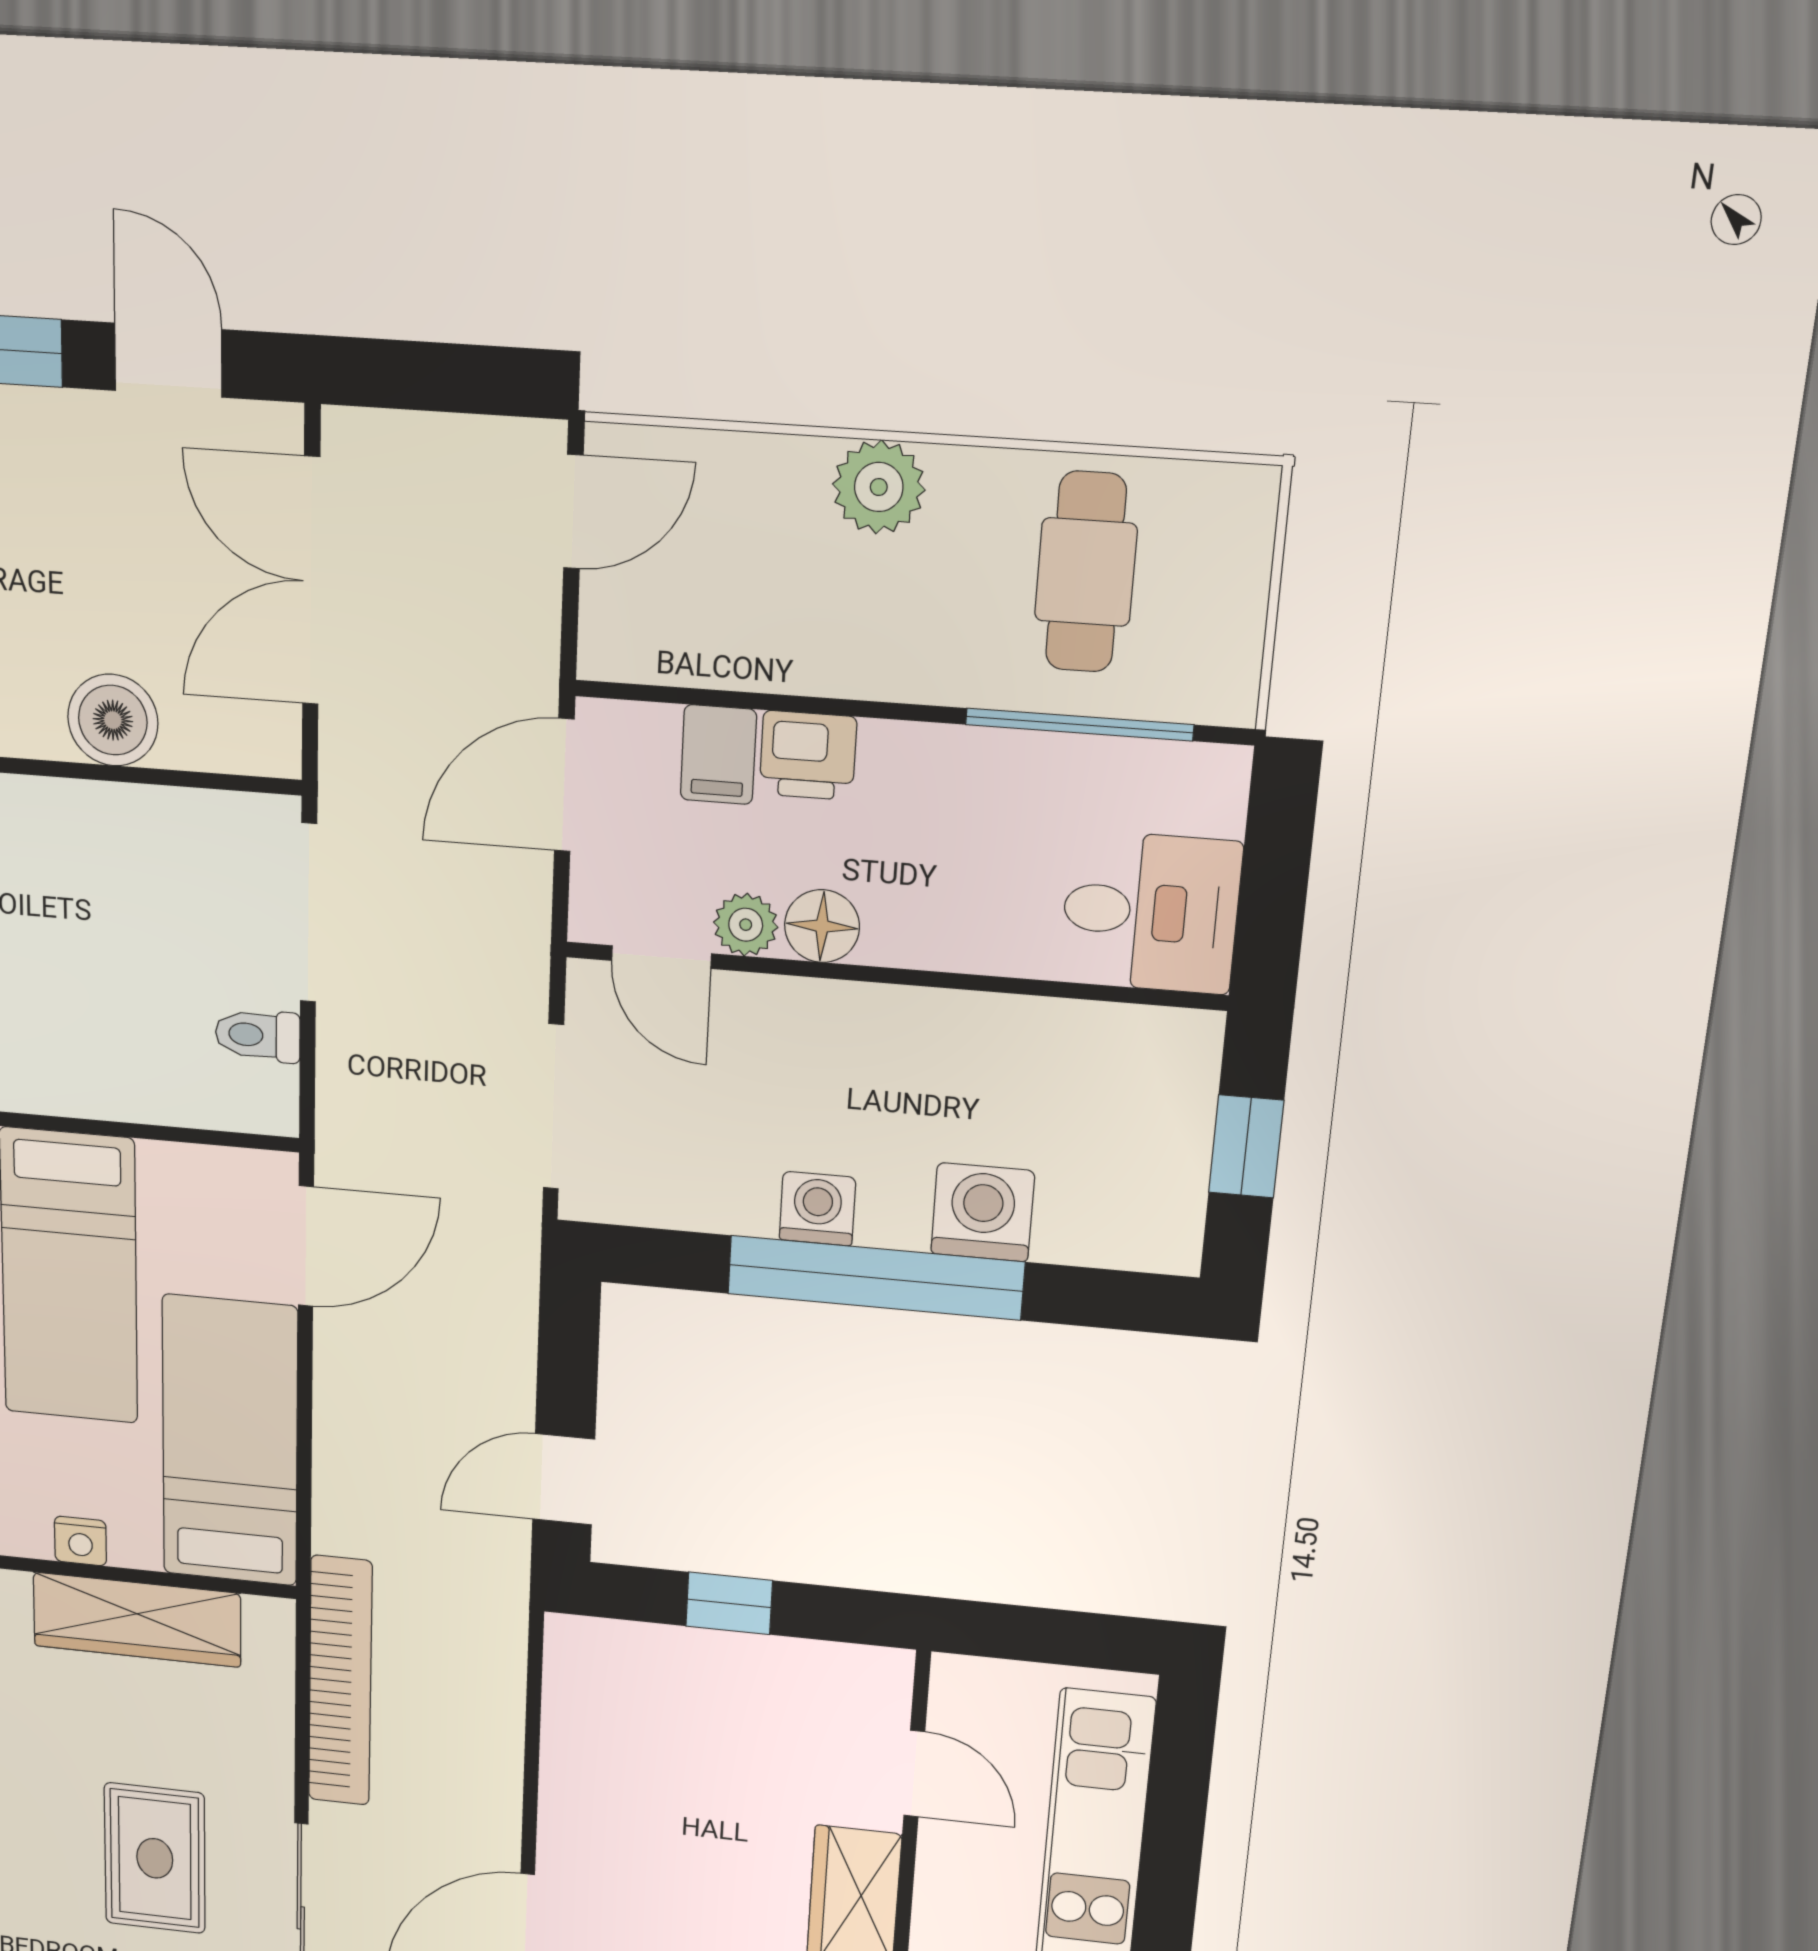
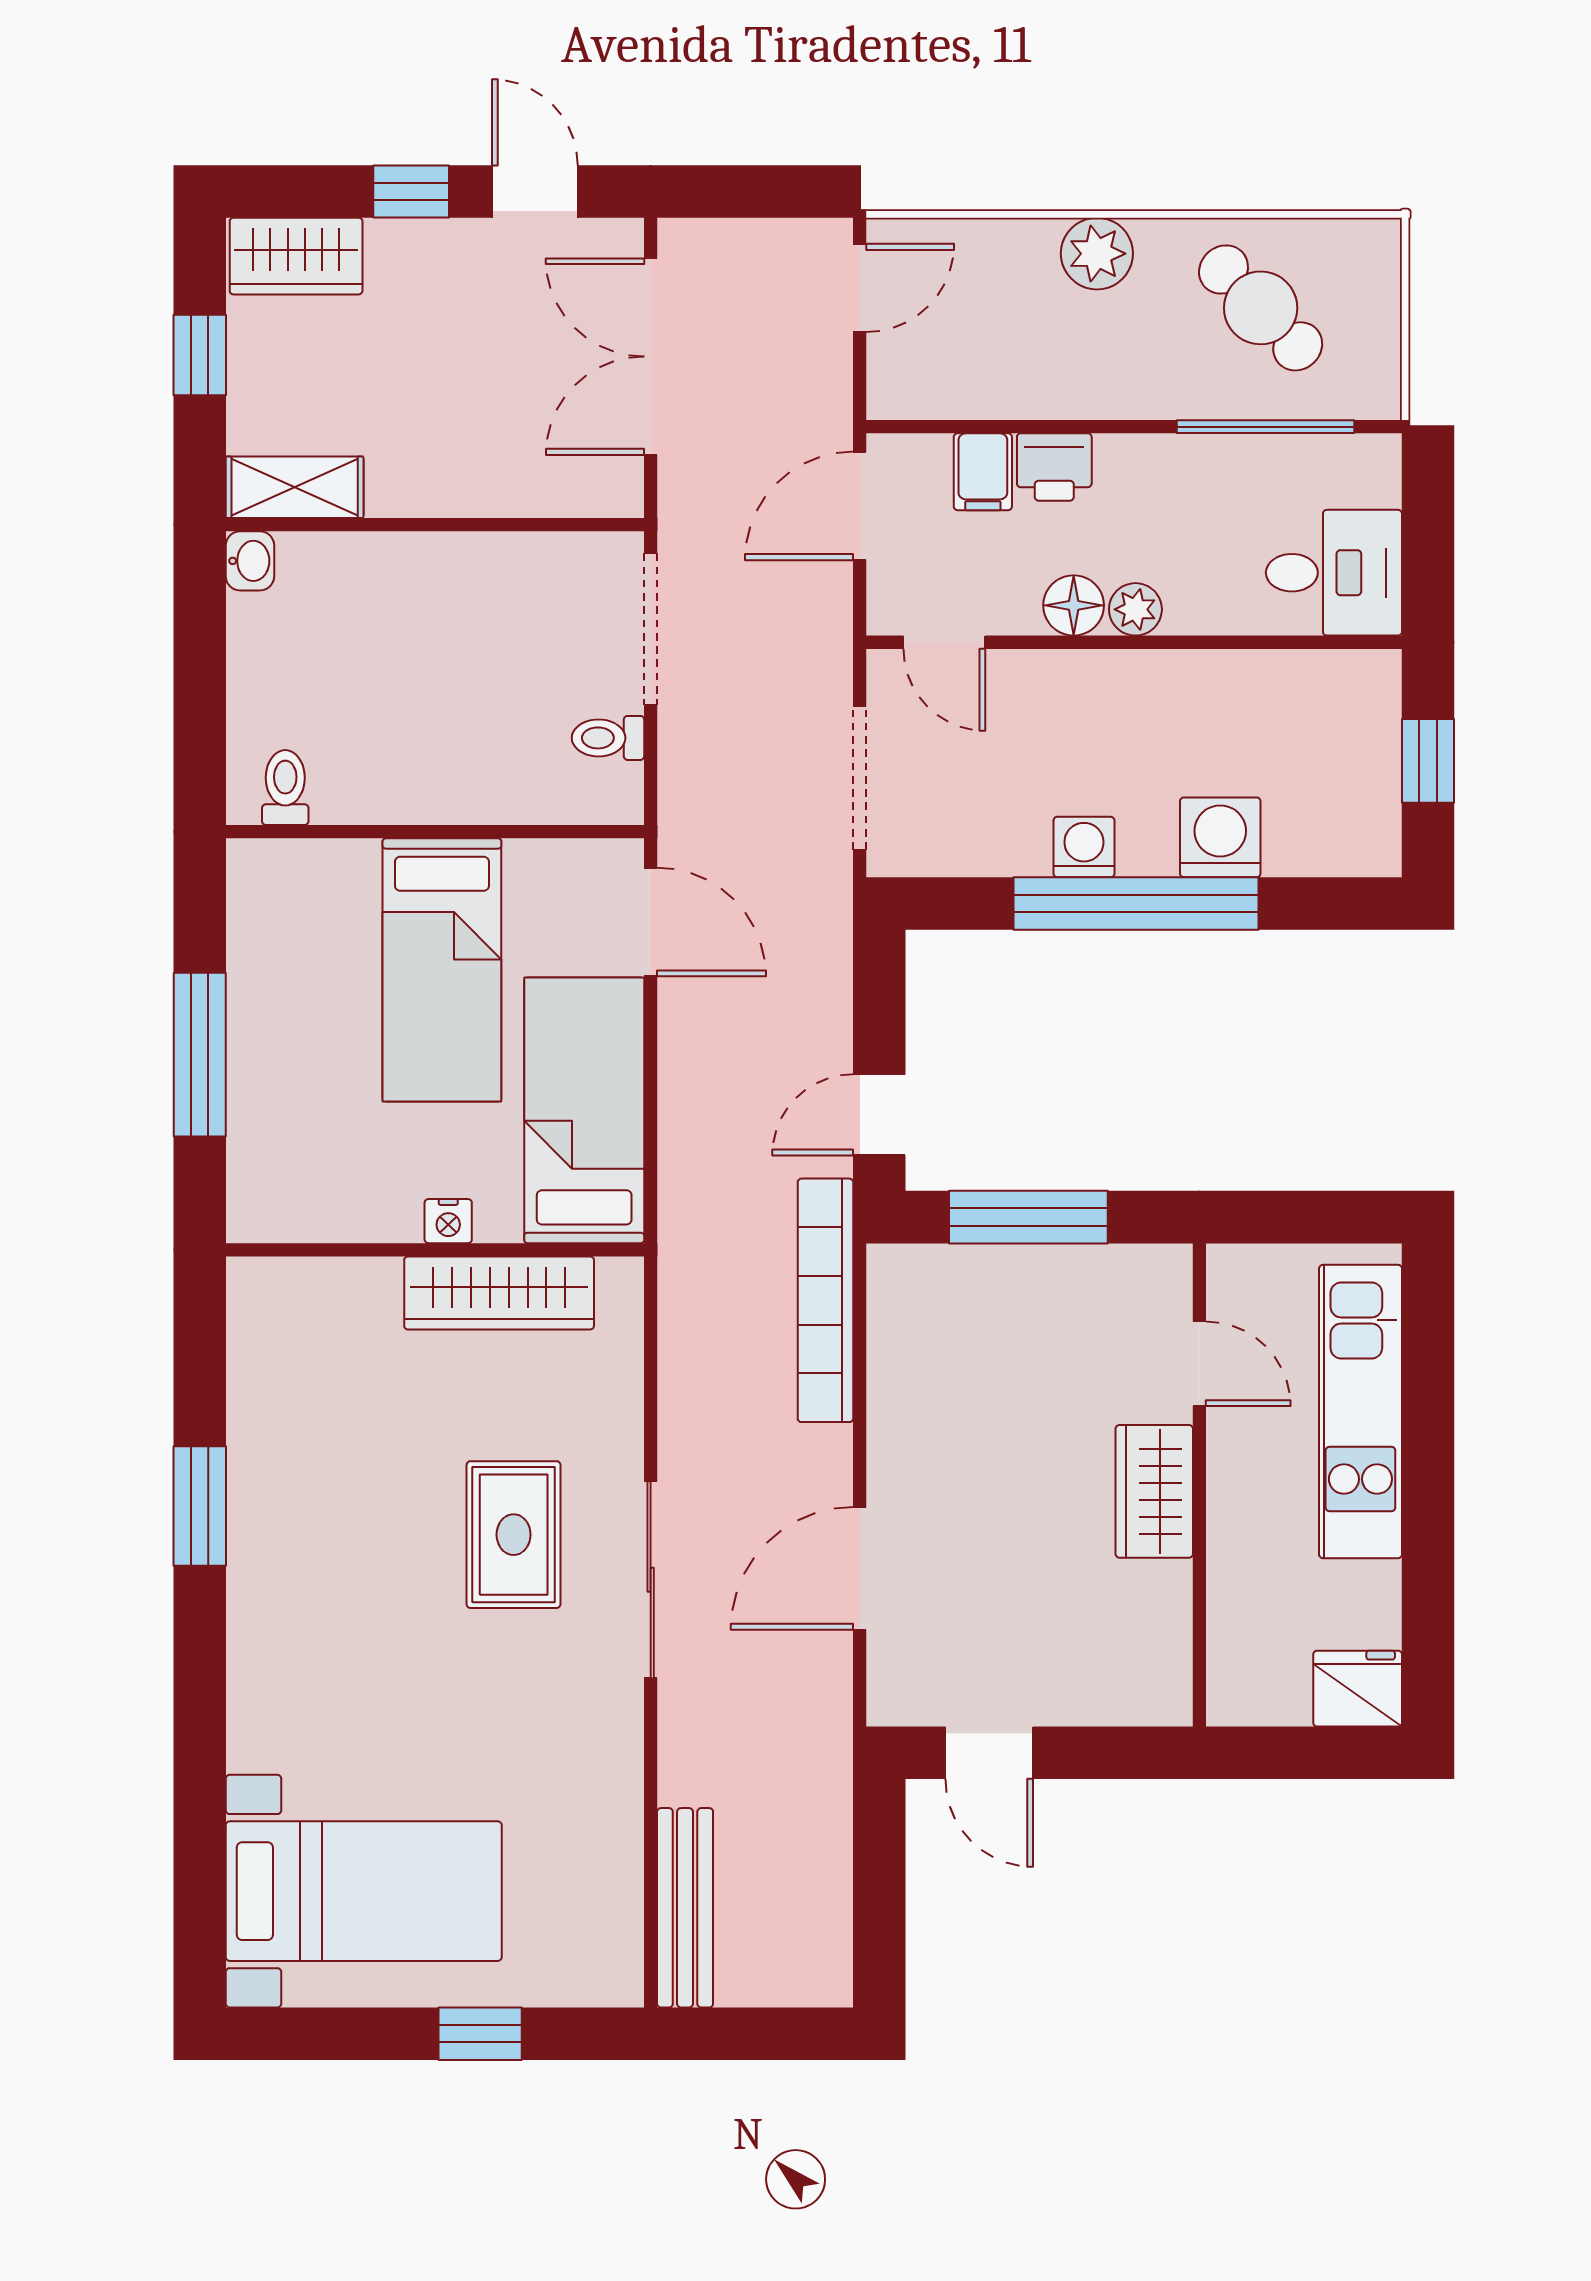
cafe table: (1086, 572) -> (1261, 308), turned -44
boiler: (113, 720) -> (487, 480), removed
plant: (746, 925) -> (1135, 609), moved
door: (306, 1246) -> (651, 922), hinge flipped
window: (729, 1603) -> (1028, 1217), width x2.17
bookcase: (340, 1681) -> (825, 1300), moved, turned 180

